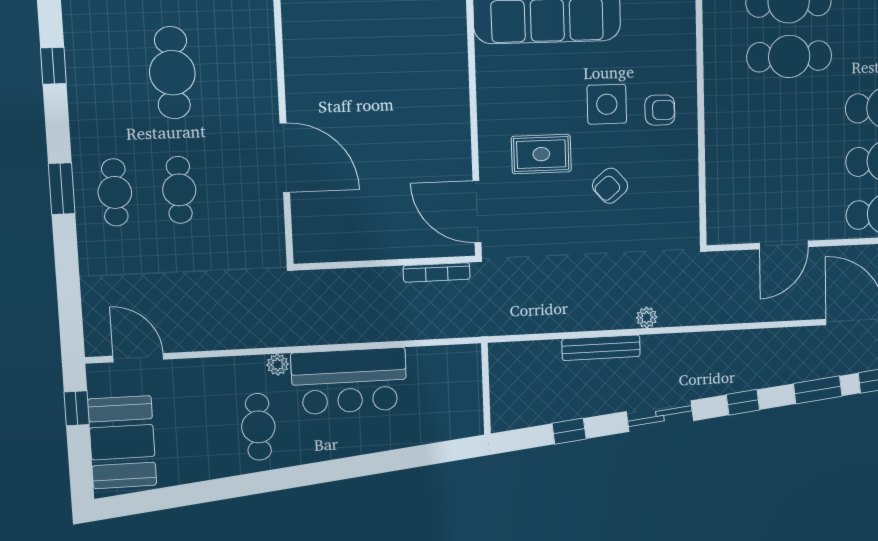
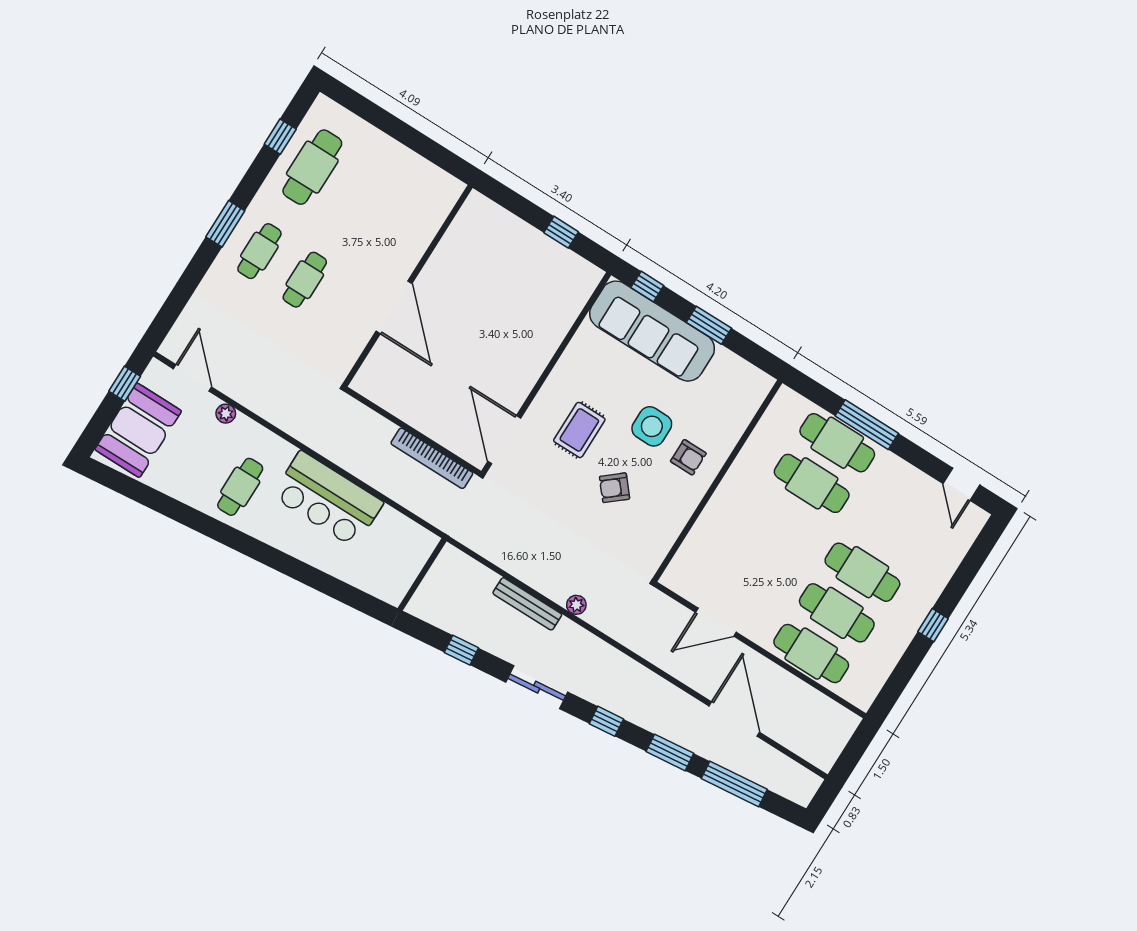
cafe table: (172, 73) -> (312, 167), moved
rug: (541, 154) -> (579, 430), turned 90
bookcase: (437, 272) -> (432, 458), width x1.48, depth x1.31
plant: (278, 365) -> (226, 414), moved

